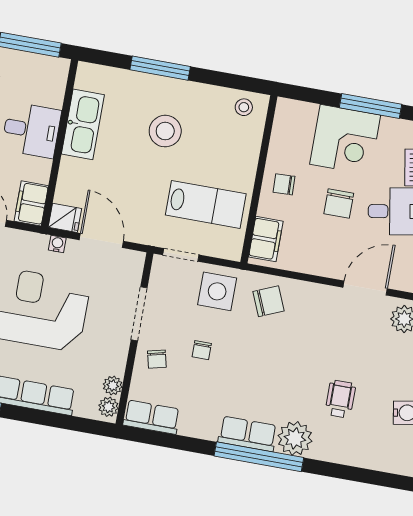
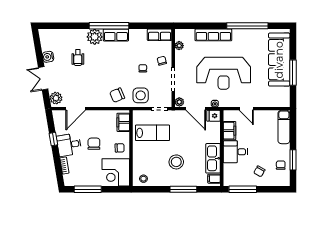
filing cabinet: (89, 79) -> (214, 179), added
corner desk: (345, 140) -> (116, 172), moved, turned -90
filing cabinet: (31, 203) -> (230, 131), moved
lab bench: (206, 204) -> (153, 133), turned 180
plant: (108, 407) -> (179, 102), moved

